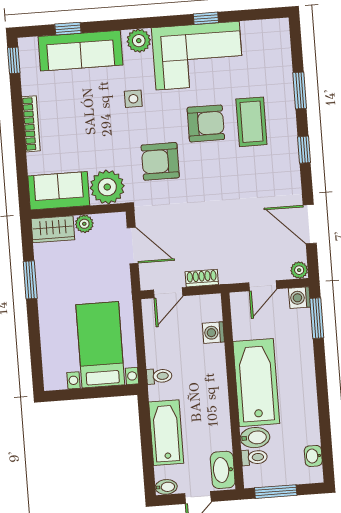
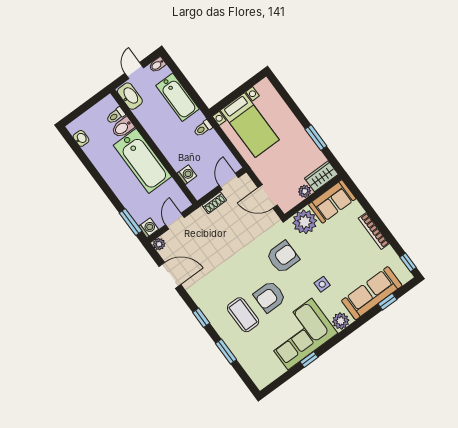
window: (276, 492) -> (90, 103), removed

